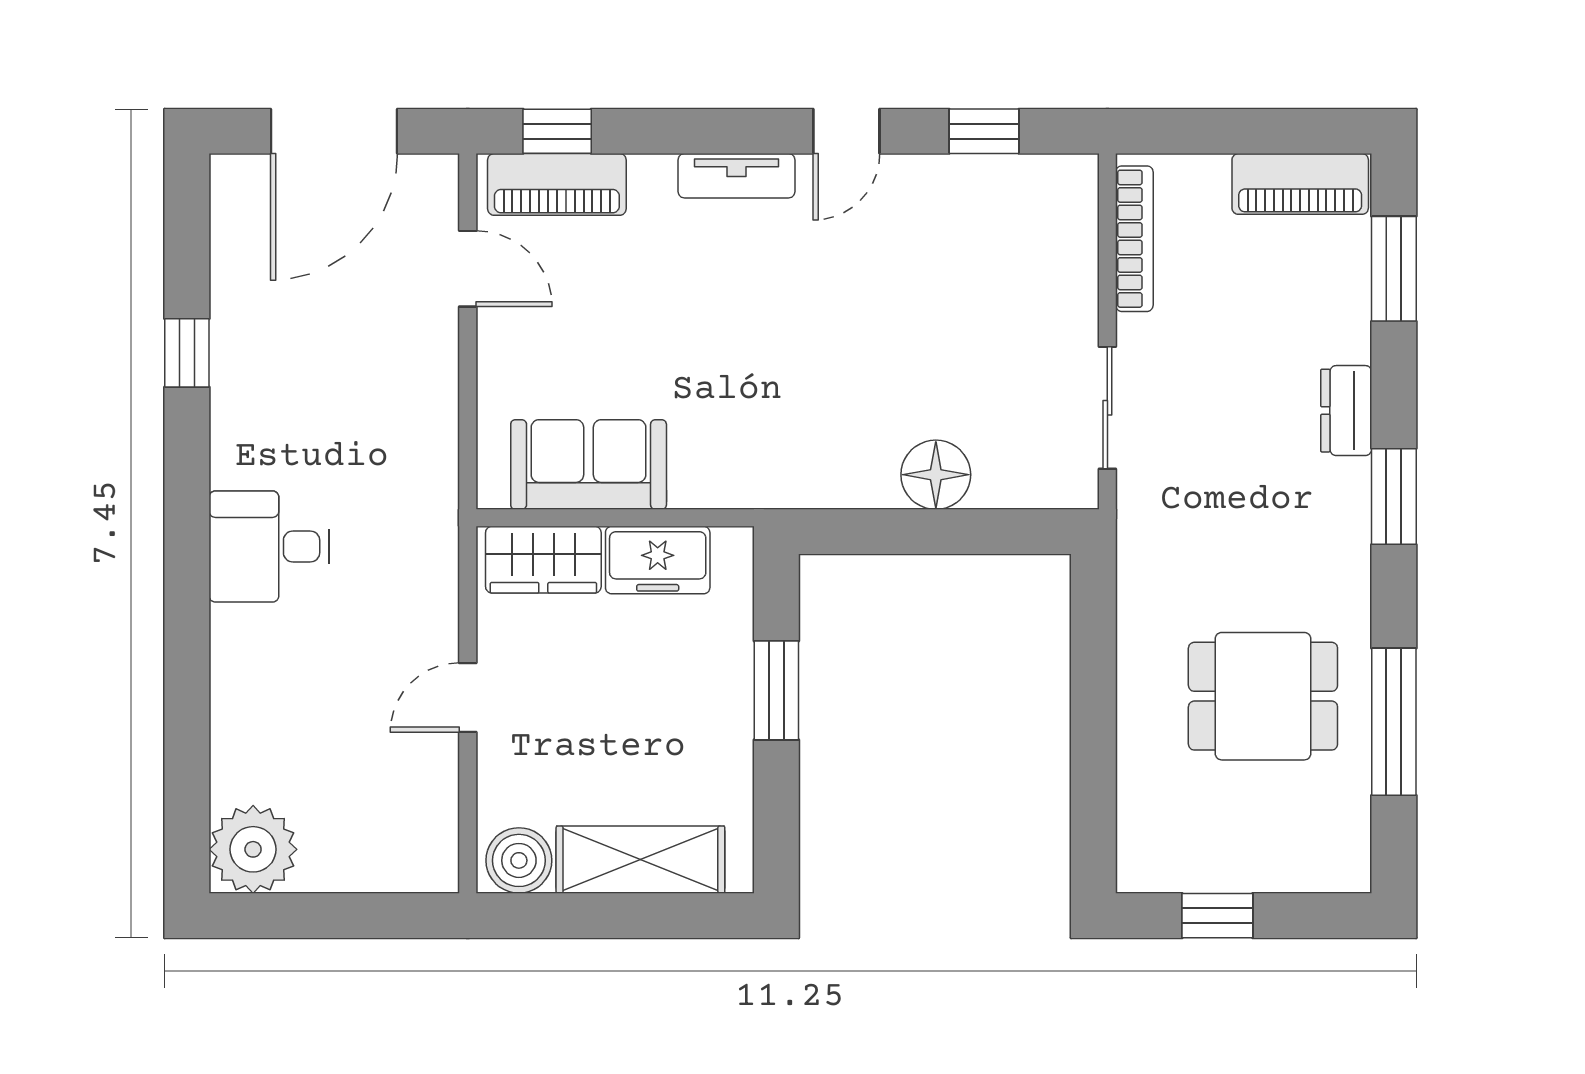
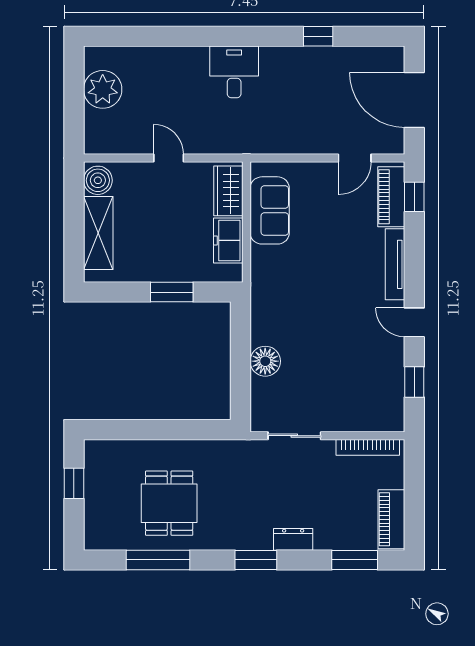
tv unit: (736, 176) -> (395, 264), width x1.41
plant: (253, 849) -> (103, 89), moved

